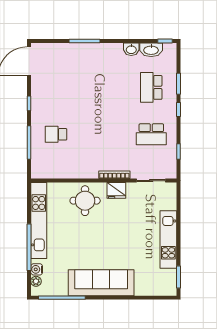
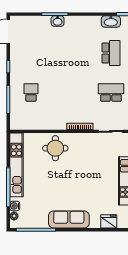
washbasin: (131, 49) -> (58, 21), moved
school desk: (151, 87) -> (111, 53), turned 180
school desk: (56, 134) -> (31, 92), turned 90
school desk: (151, 134) -> (111, 92), turned 180
fridge: (116, 190) -> (109, 221), moved, turned 180
sofa: (101, 283) -> (69, 220), width x0.74, depth x0.79

